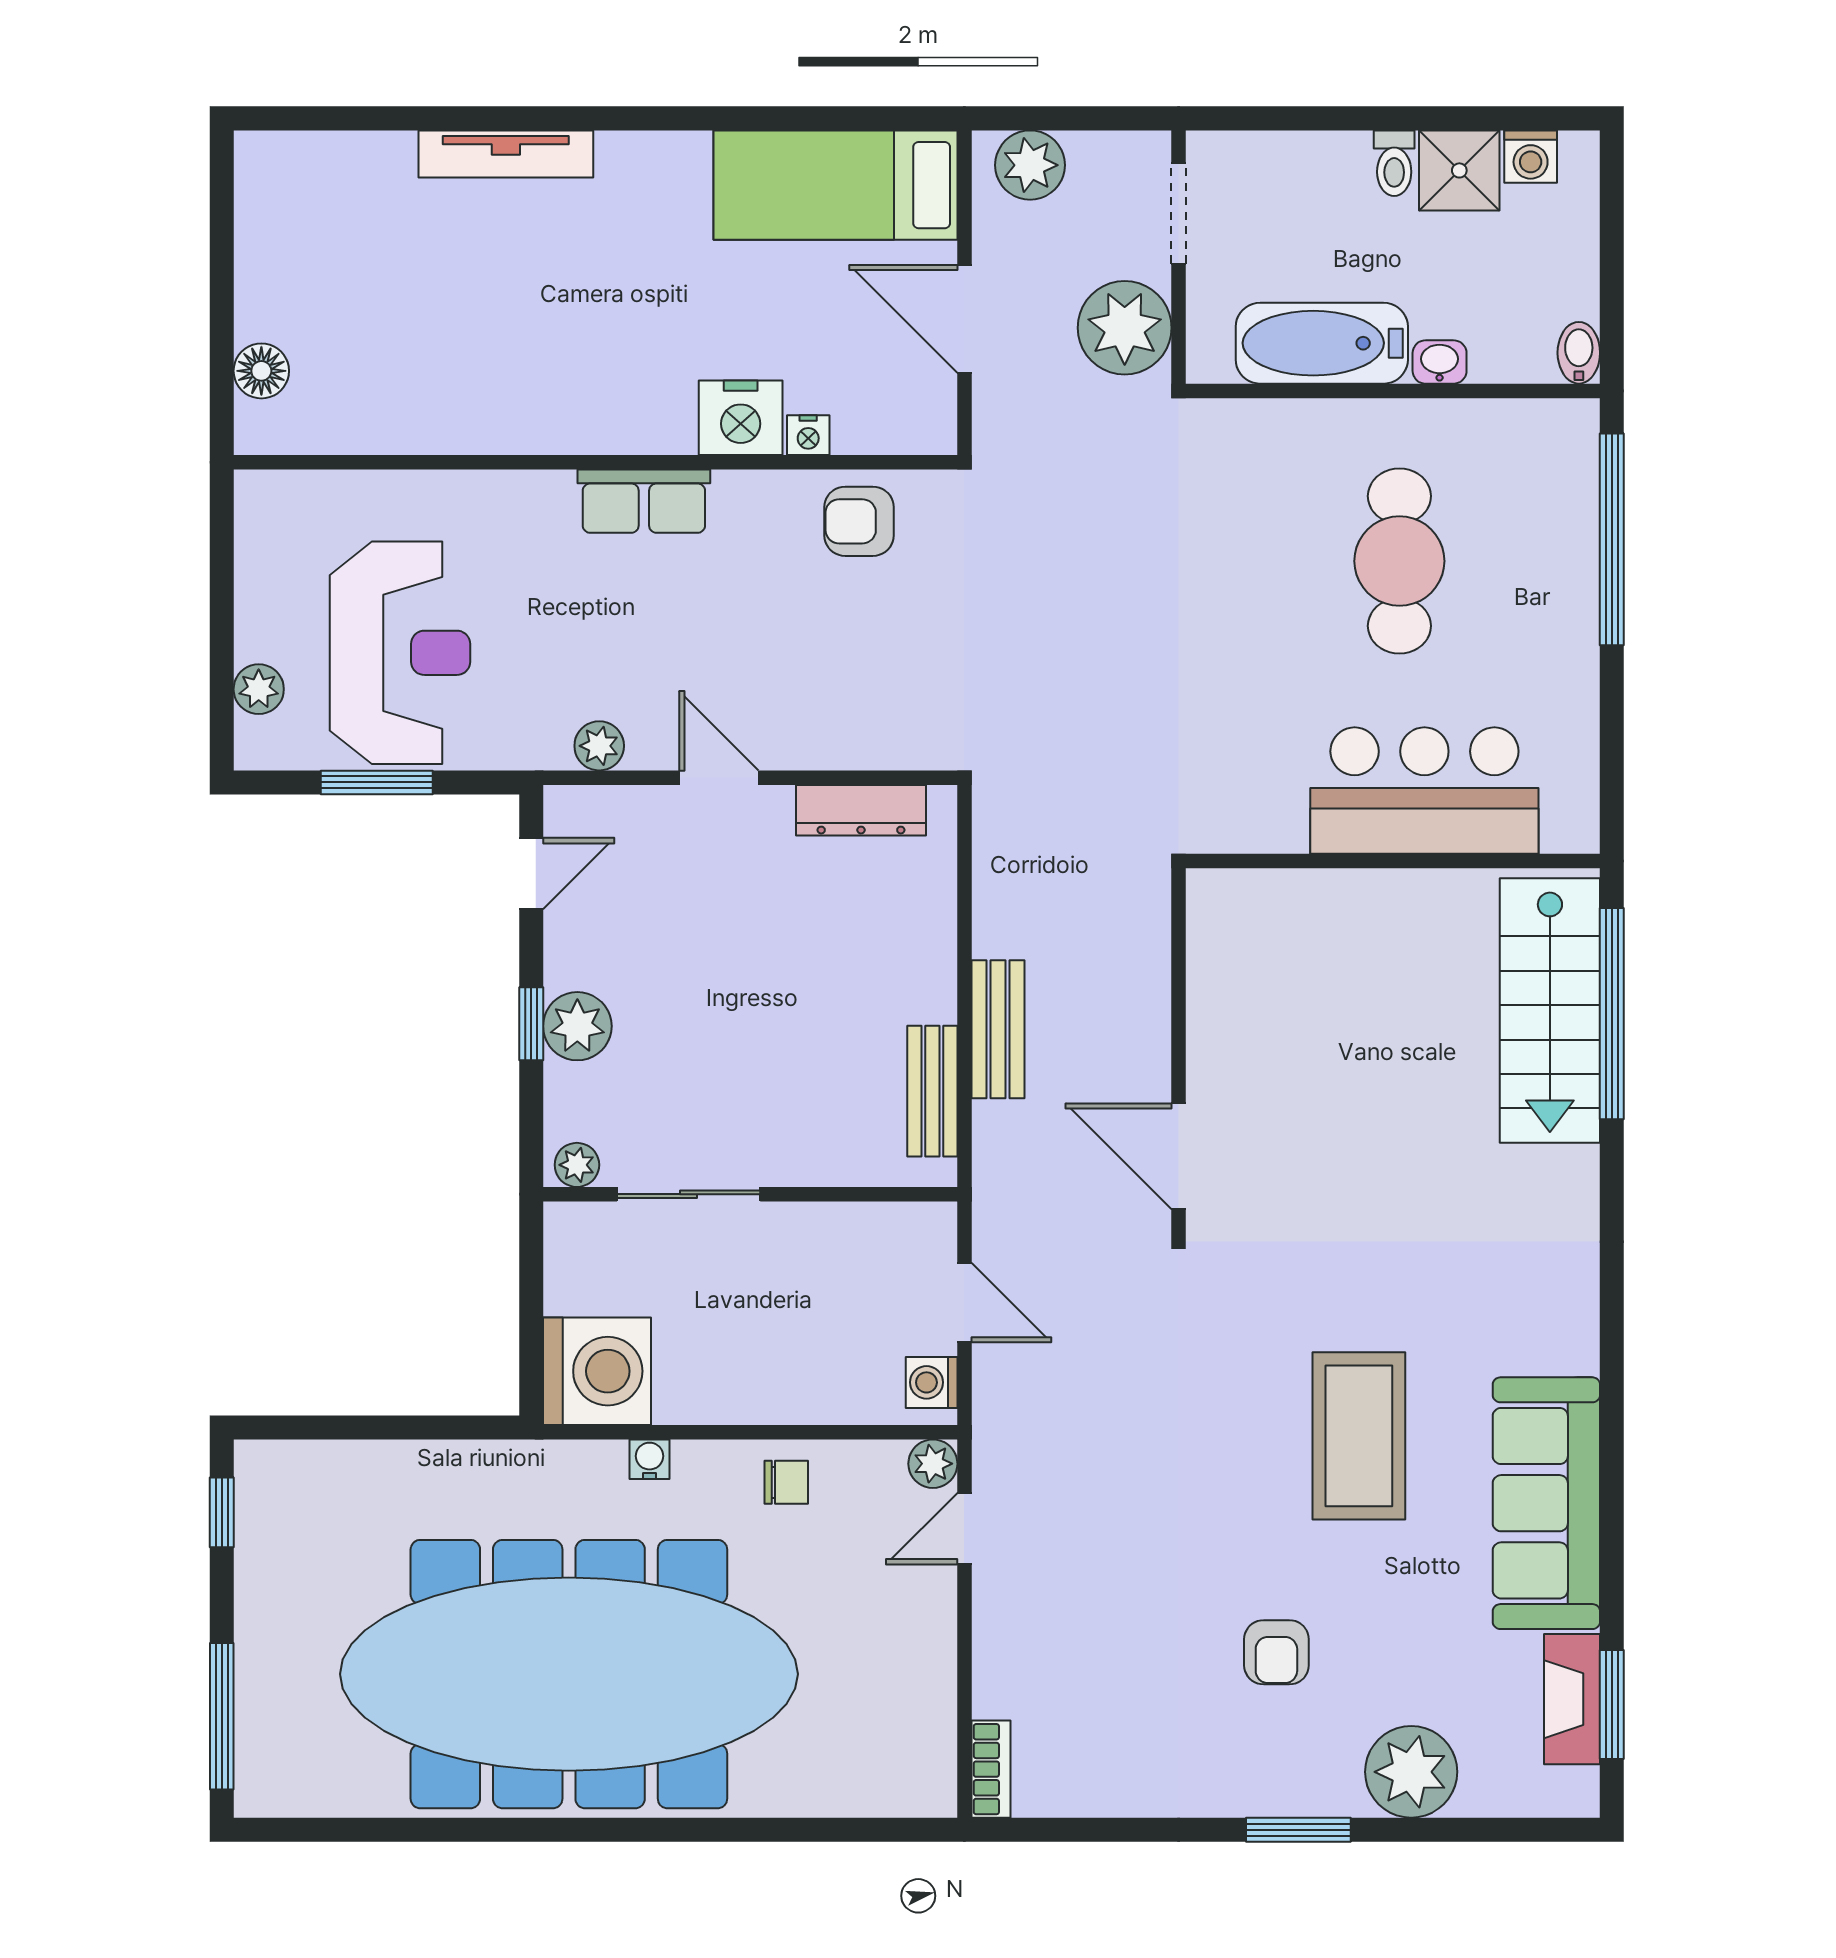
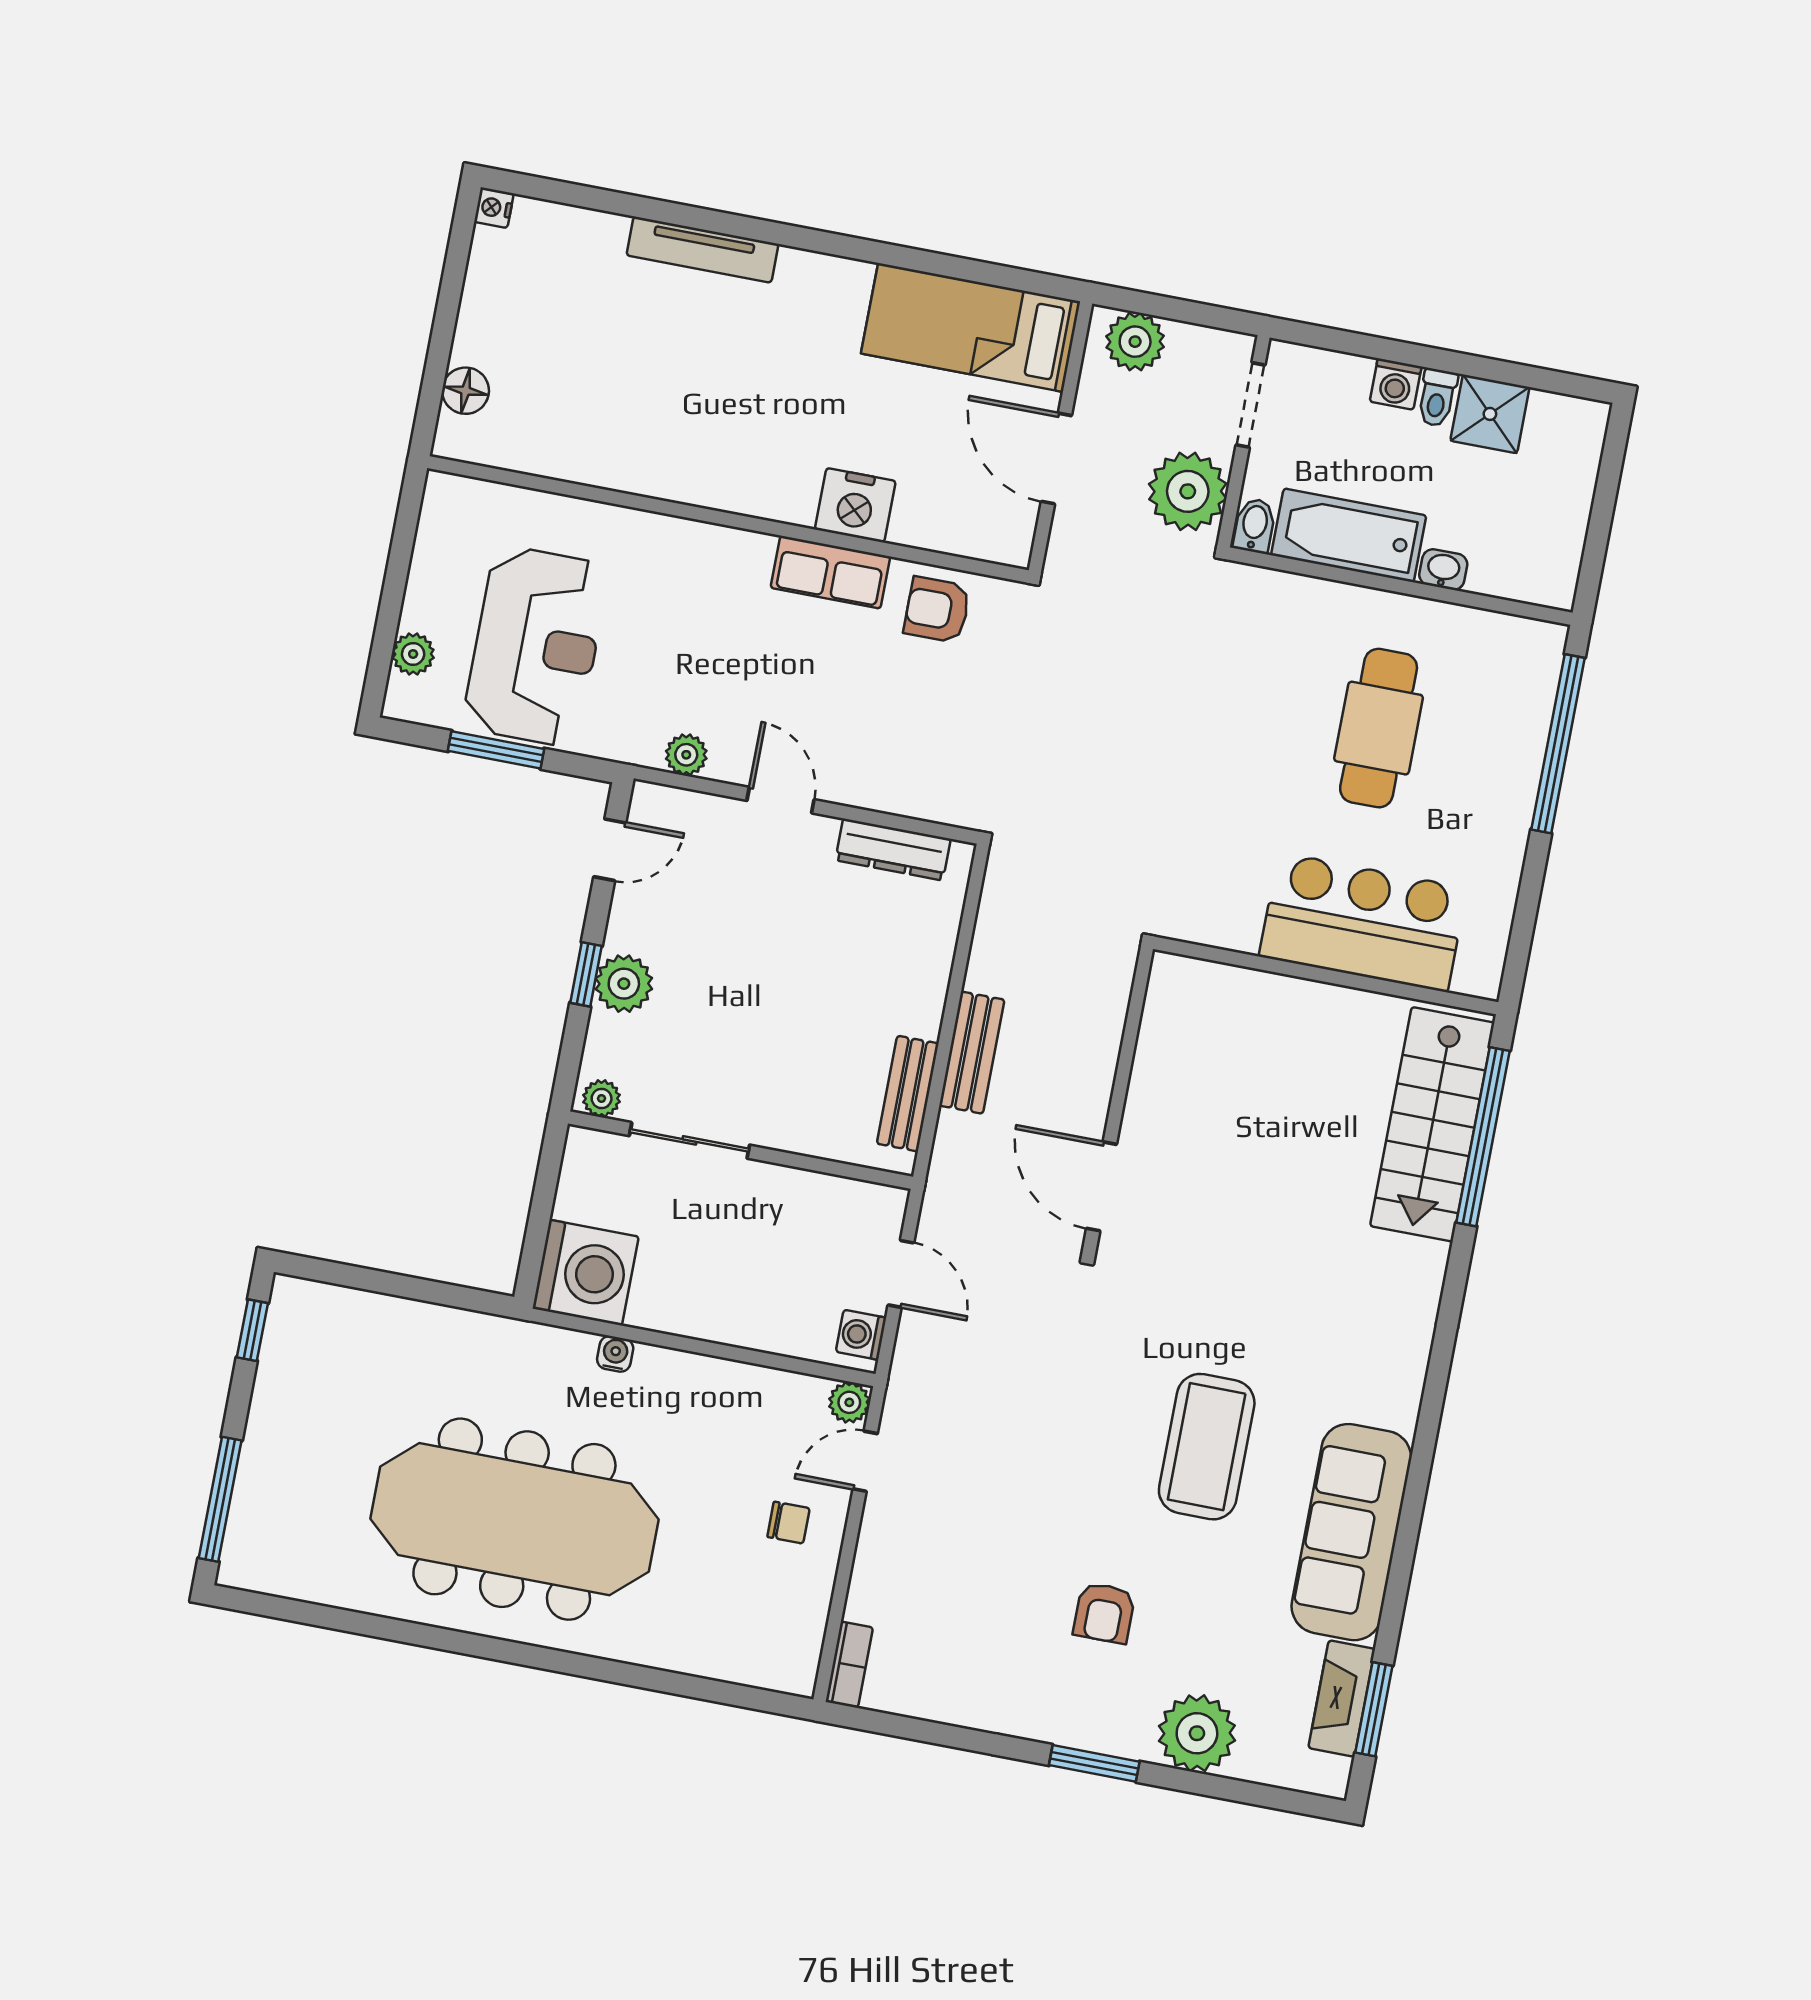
washing machine: (1531, 157) -> (1396, 384), moved
bidet: (1579, 353) -> (1254, 526), moved
nightstand: (808, 435) -> (494, 208), moved, turned 90
row of seats: (644, 501) -> (830, 572), moved
chair: (786, 1482) -> (789, 1523), moved
meeting table: (569, 1674) -> (514, 1519), width x0.73, depth x0.79

